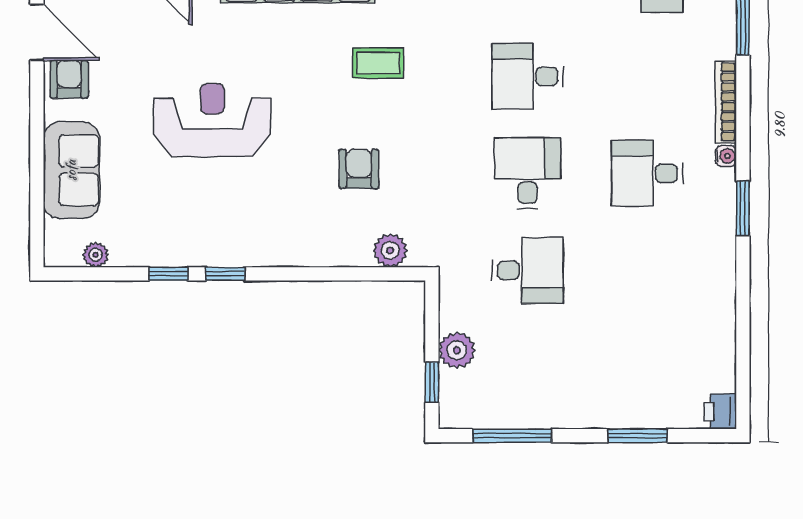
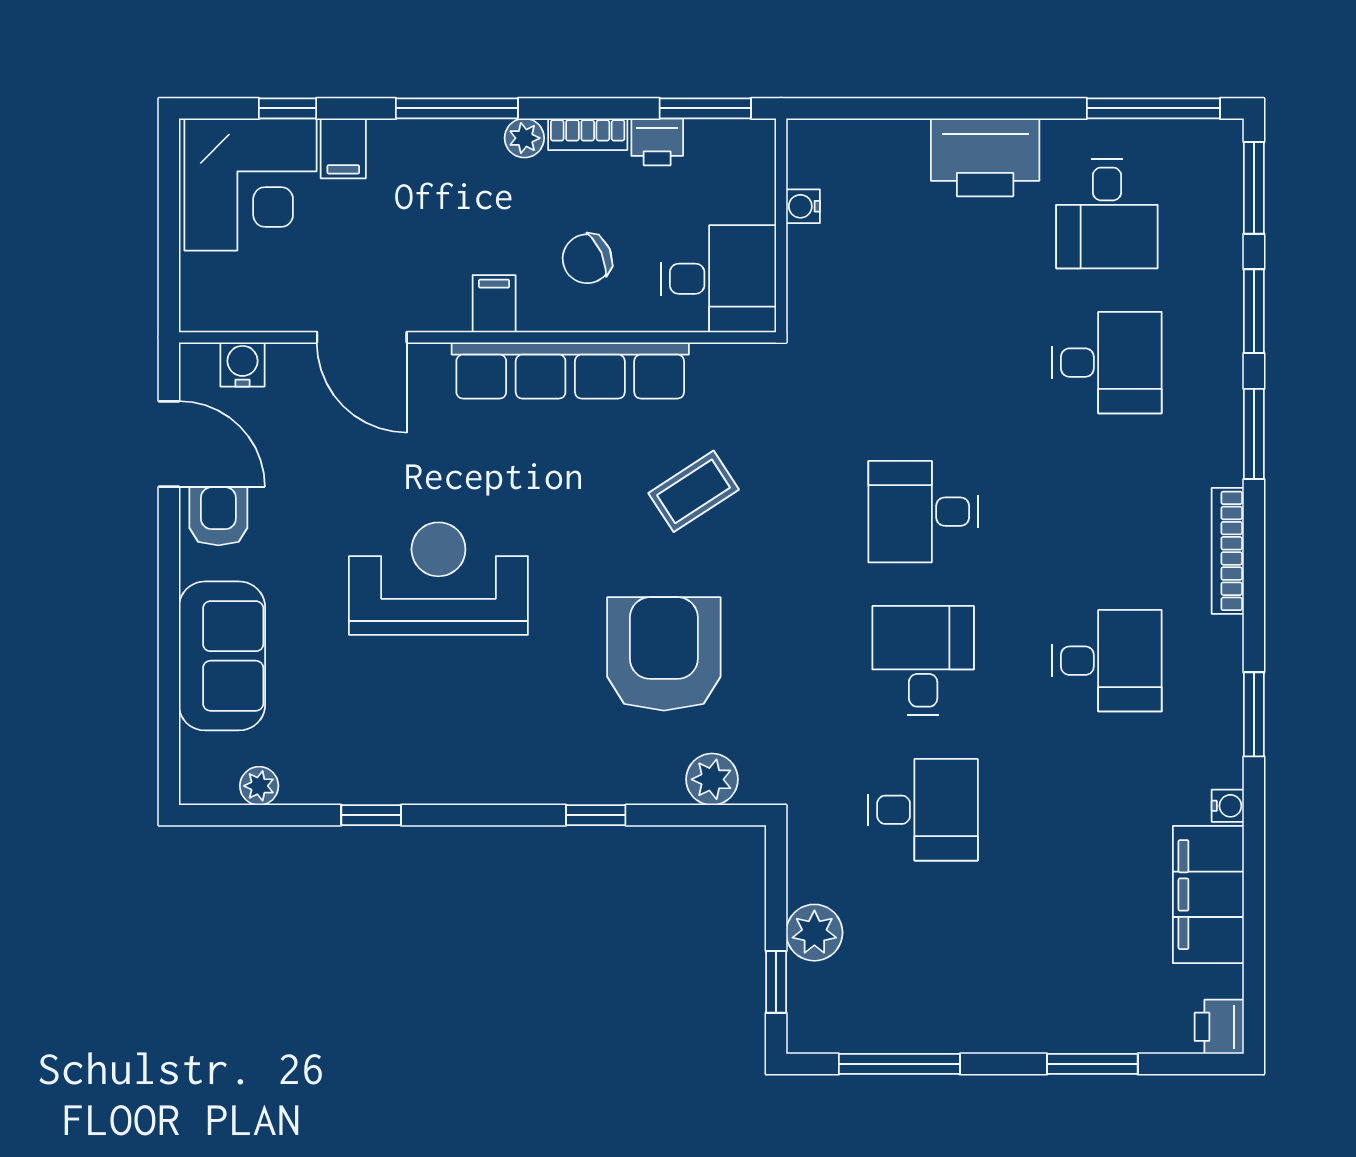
coffee table: (378, 63) -> (694, 491), turned -33
water cooler: (726, 156) -> (1228, 806), moved
armchair: (359, 169) -> (664, 654), width x1.88, depth x1.88
desk: (647, 173) -> (1107, 661), turned 180
window: (225, 274) -> (596, 815), moved
filing cabinet: (713, 326) -> (1208, 895), added

